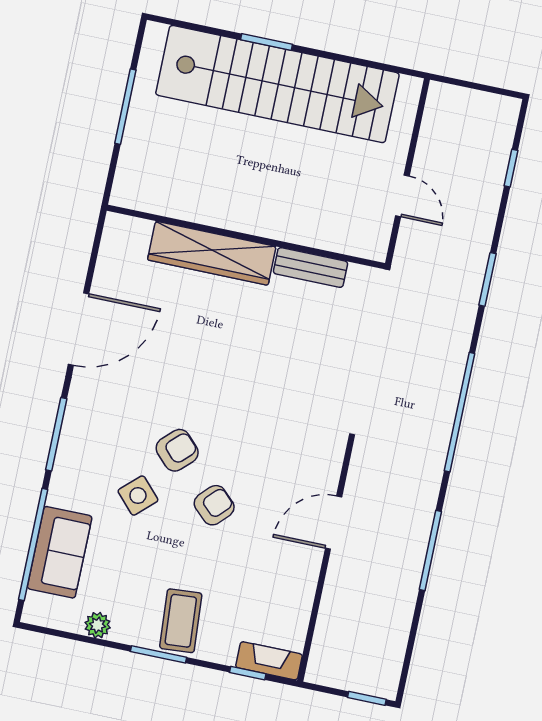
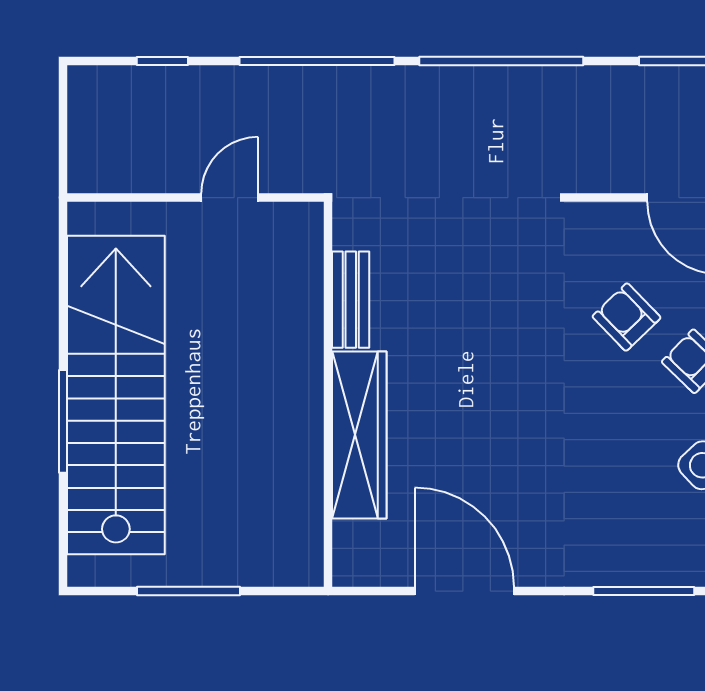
window: (267, 42) -> (63, 421), width x1.44
window: (487, 279) -> (317, 61), width x2.11
door: (79, 329) -> (464, 591), moved
armchair: (177, 450) -> (626, 317), moved

